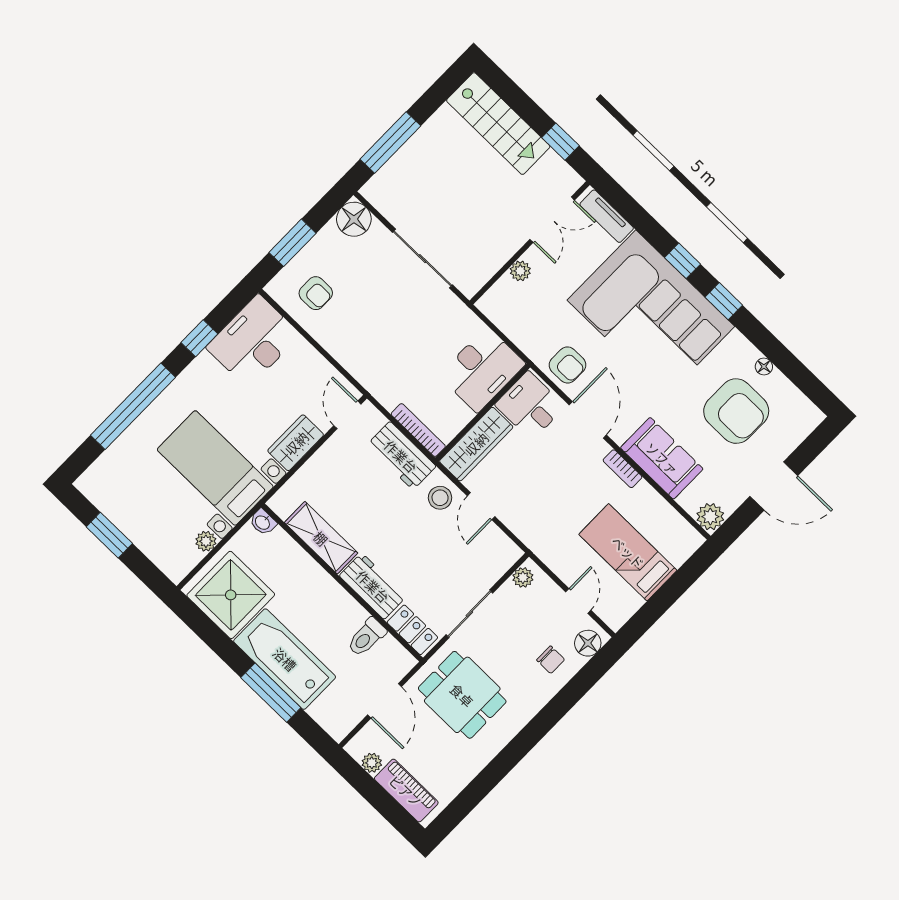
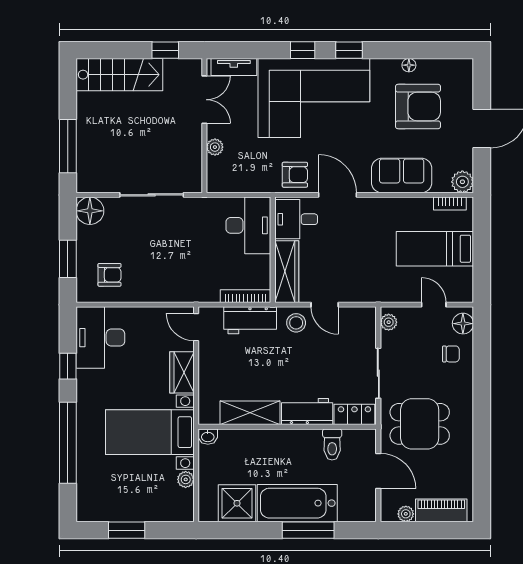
bookcase: (623, 469) -> (450, 204), moved
shower: (231, 595) -> (237, 503), width x0.73, depth x0.73

